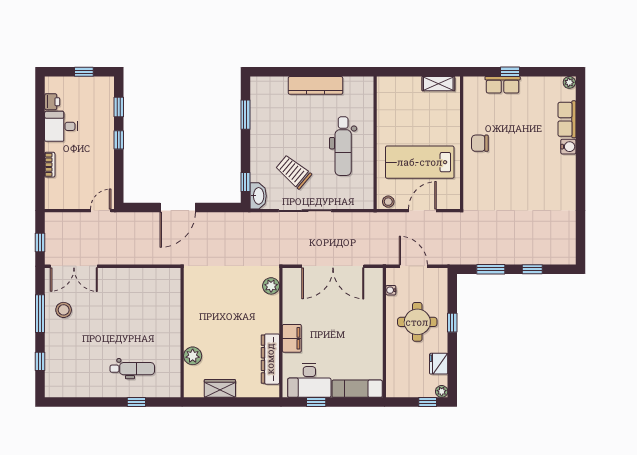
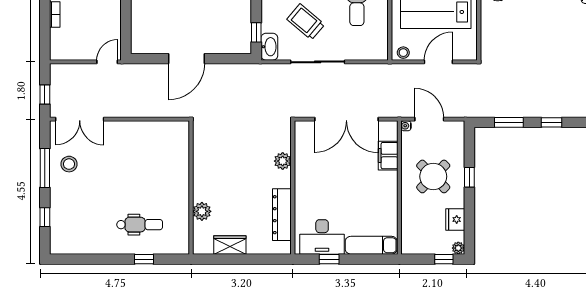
plant: (271, 286) -> (283, 161), moved
water cooler: (391, 290) -> (406, 126), moved
round table: (417, 322) -> (433, 176), turned 45
filing cabinet: (292, 338) -> (388, 156), moved, turned 180

